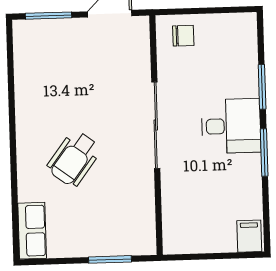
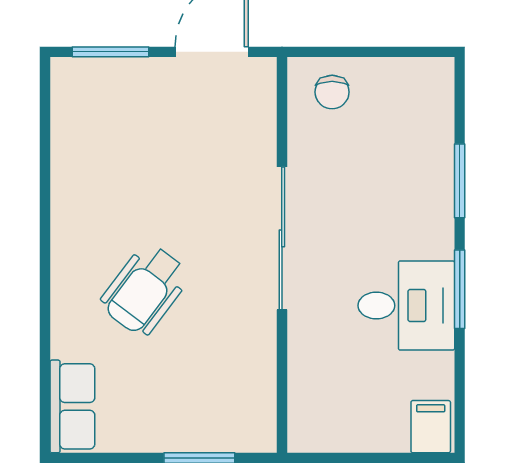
chair: (183, 36) -> (332, 92), turned 90
desk: (231, 126) -> (406, 306), moved

